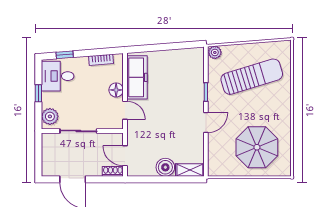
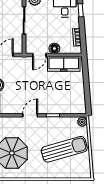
sun lounger: (252, 77) -> (64, 149), turned -89
door: (206, 123) -> (30, 115), swing flipped

